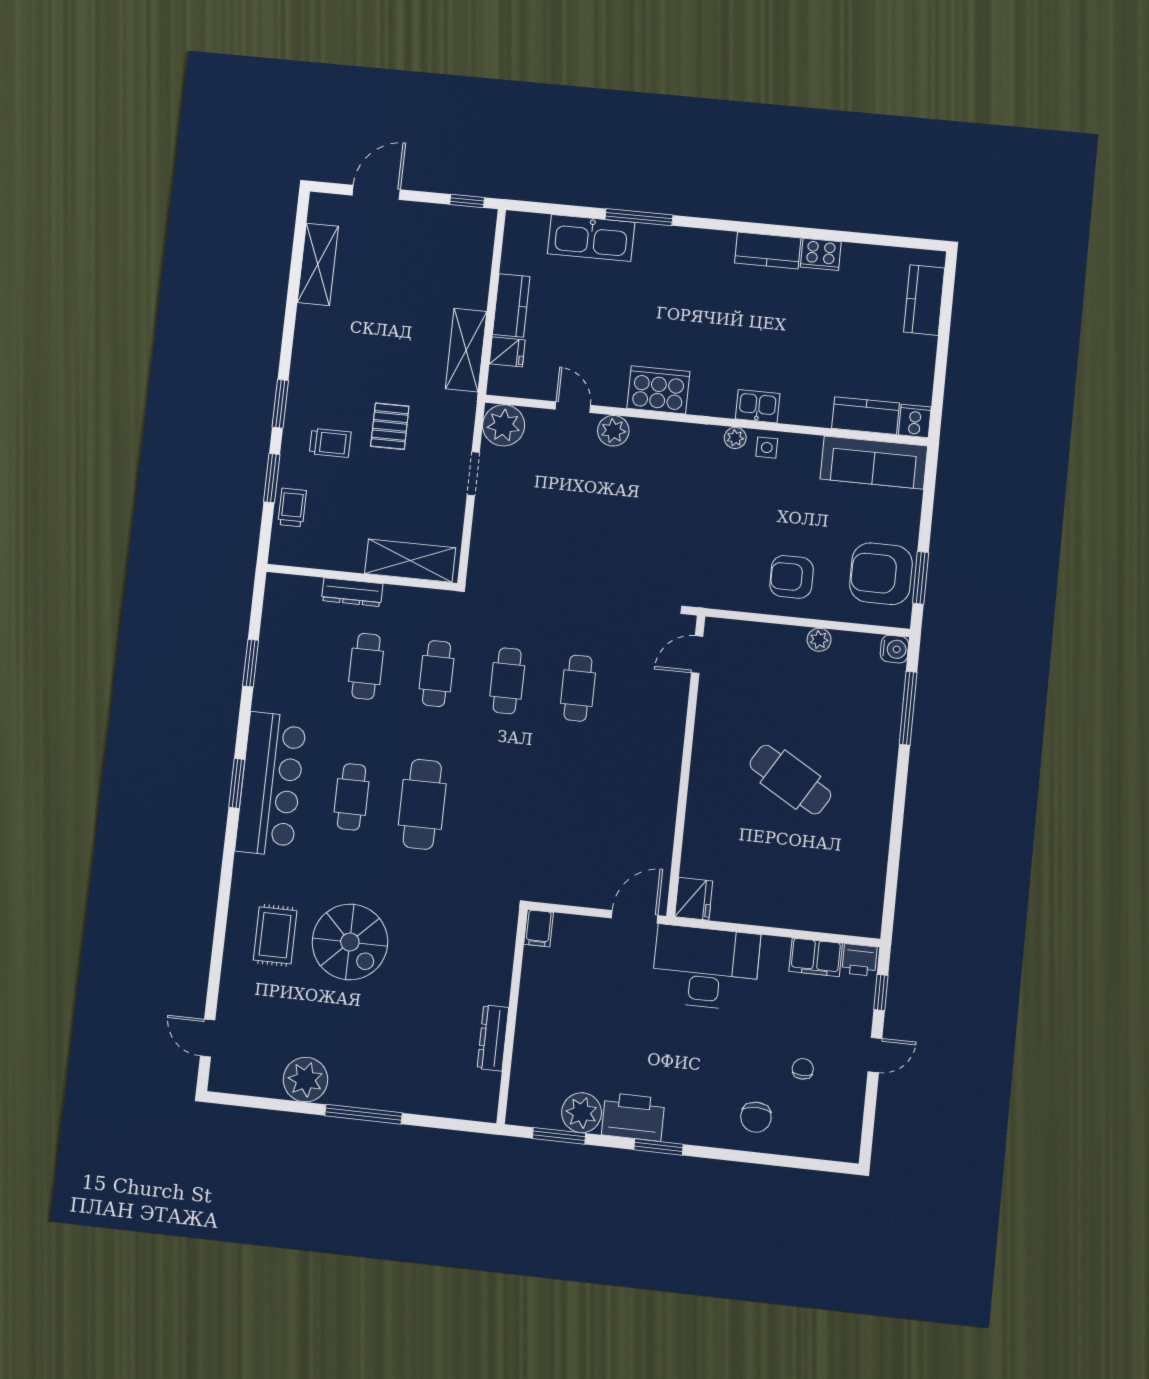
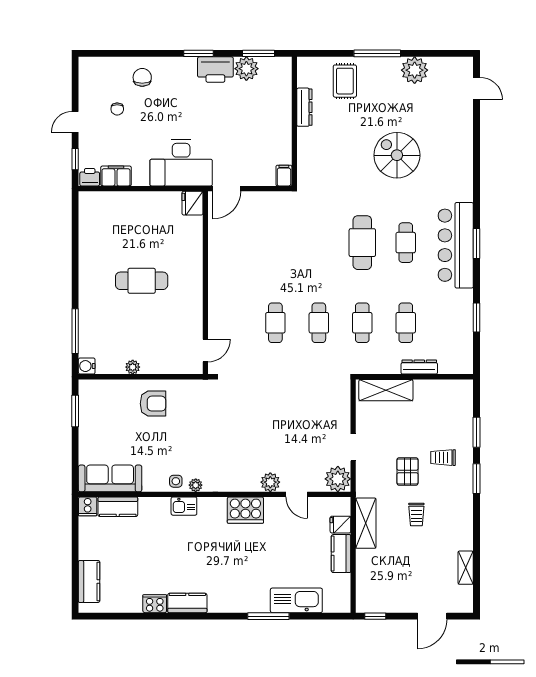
shelving: (318, 264) -> (466, 568), width x0.67, depth x0.75
trolley: (292, 507) -> (416, 514), moved
armchair: (881, 574) -> (99, 411), removed
cafe table: (790, 780) -> (142, 281), turned -31
rug: (275, 935) -> (345, 81), moved

